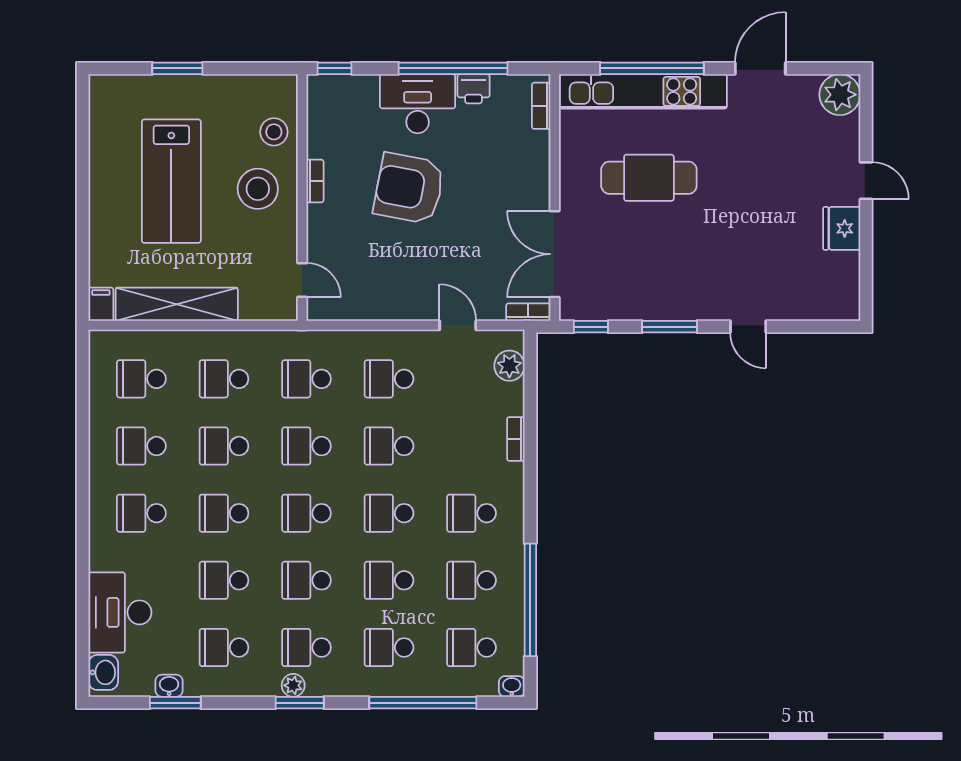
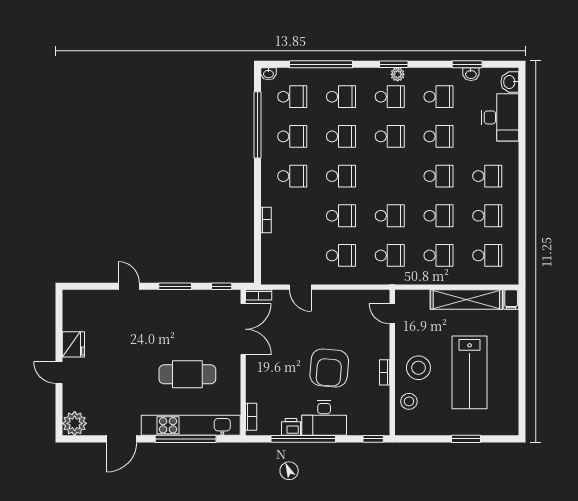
lab bench: (171, 181) -> (470, 372), turned 180
armchair: (409, 188) -> (329, 368), turned 84
plant: (509, 366) -> (270, 263), removed
school desk: (306, 513) -> (390, 176), removed

